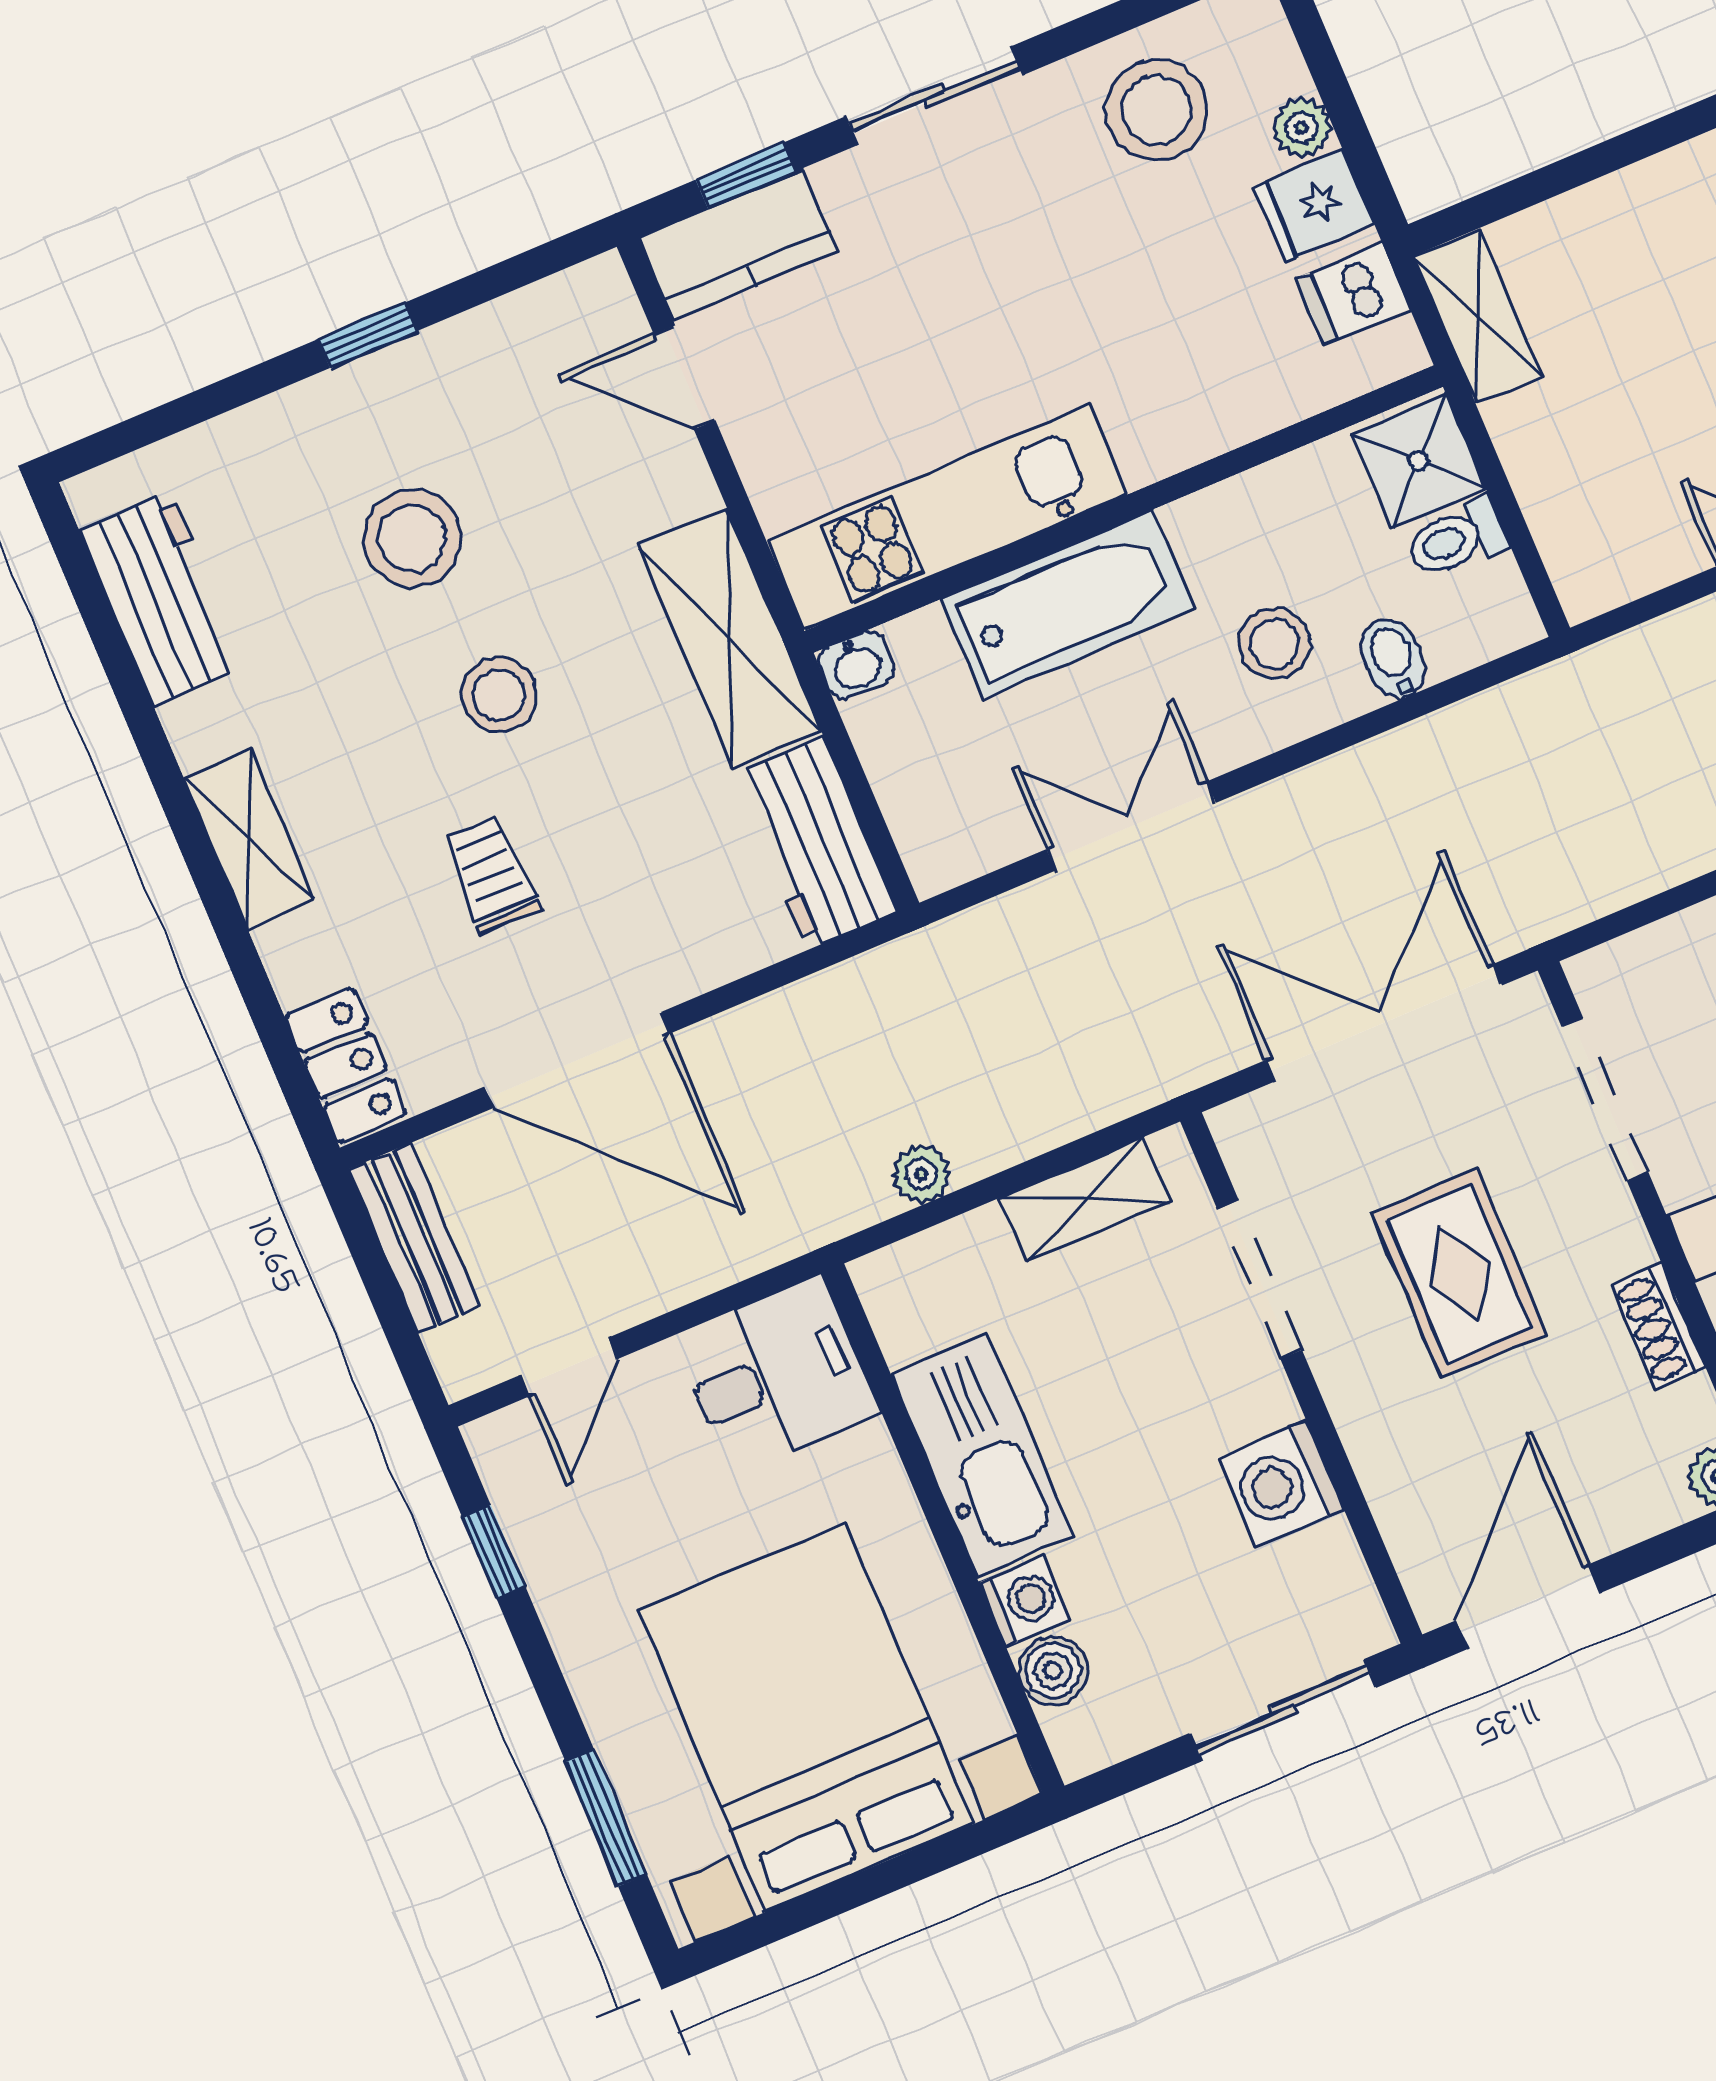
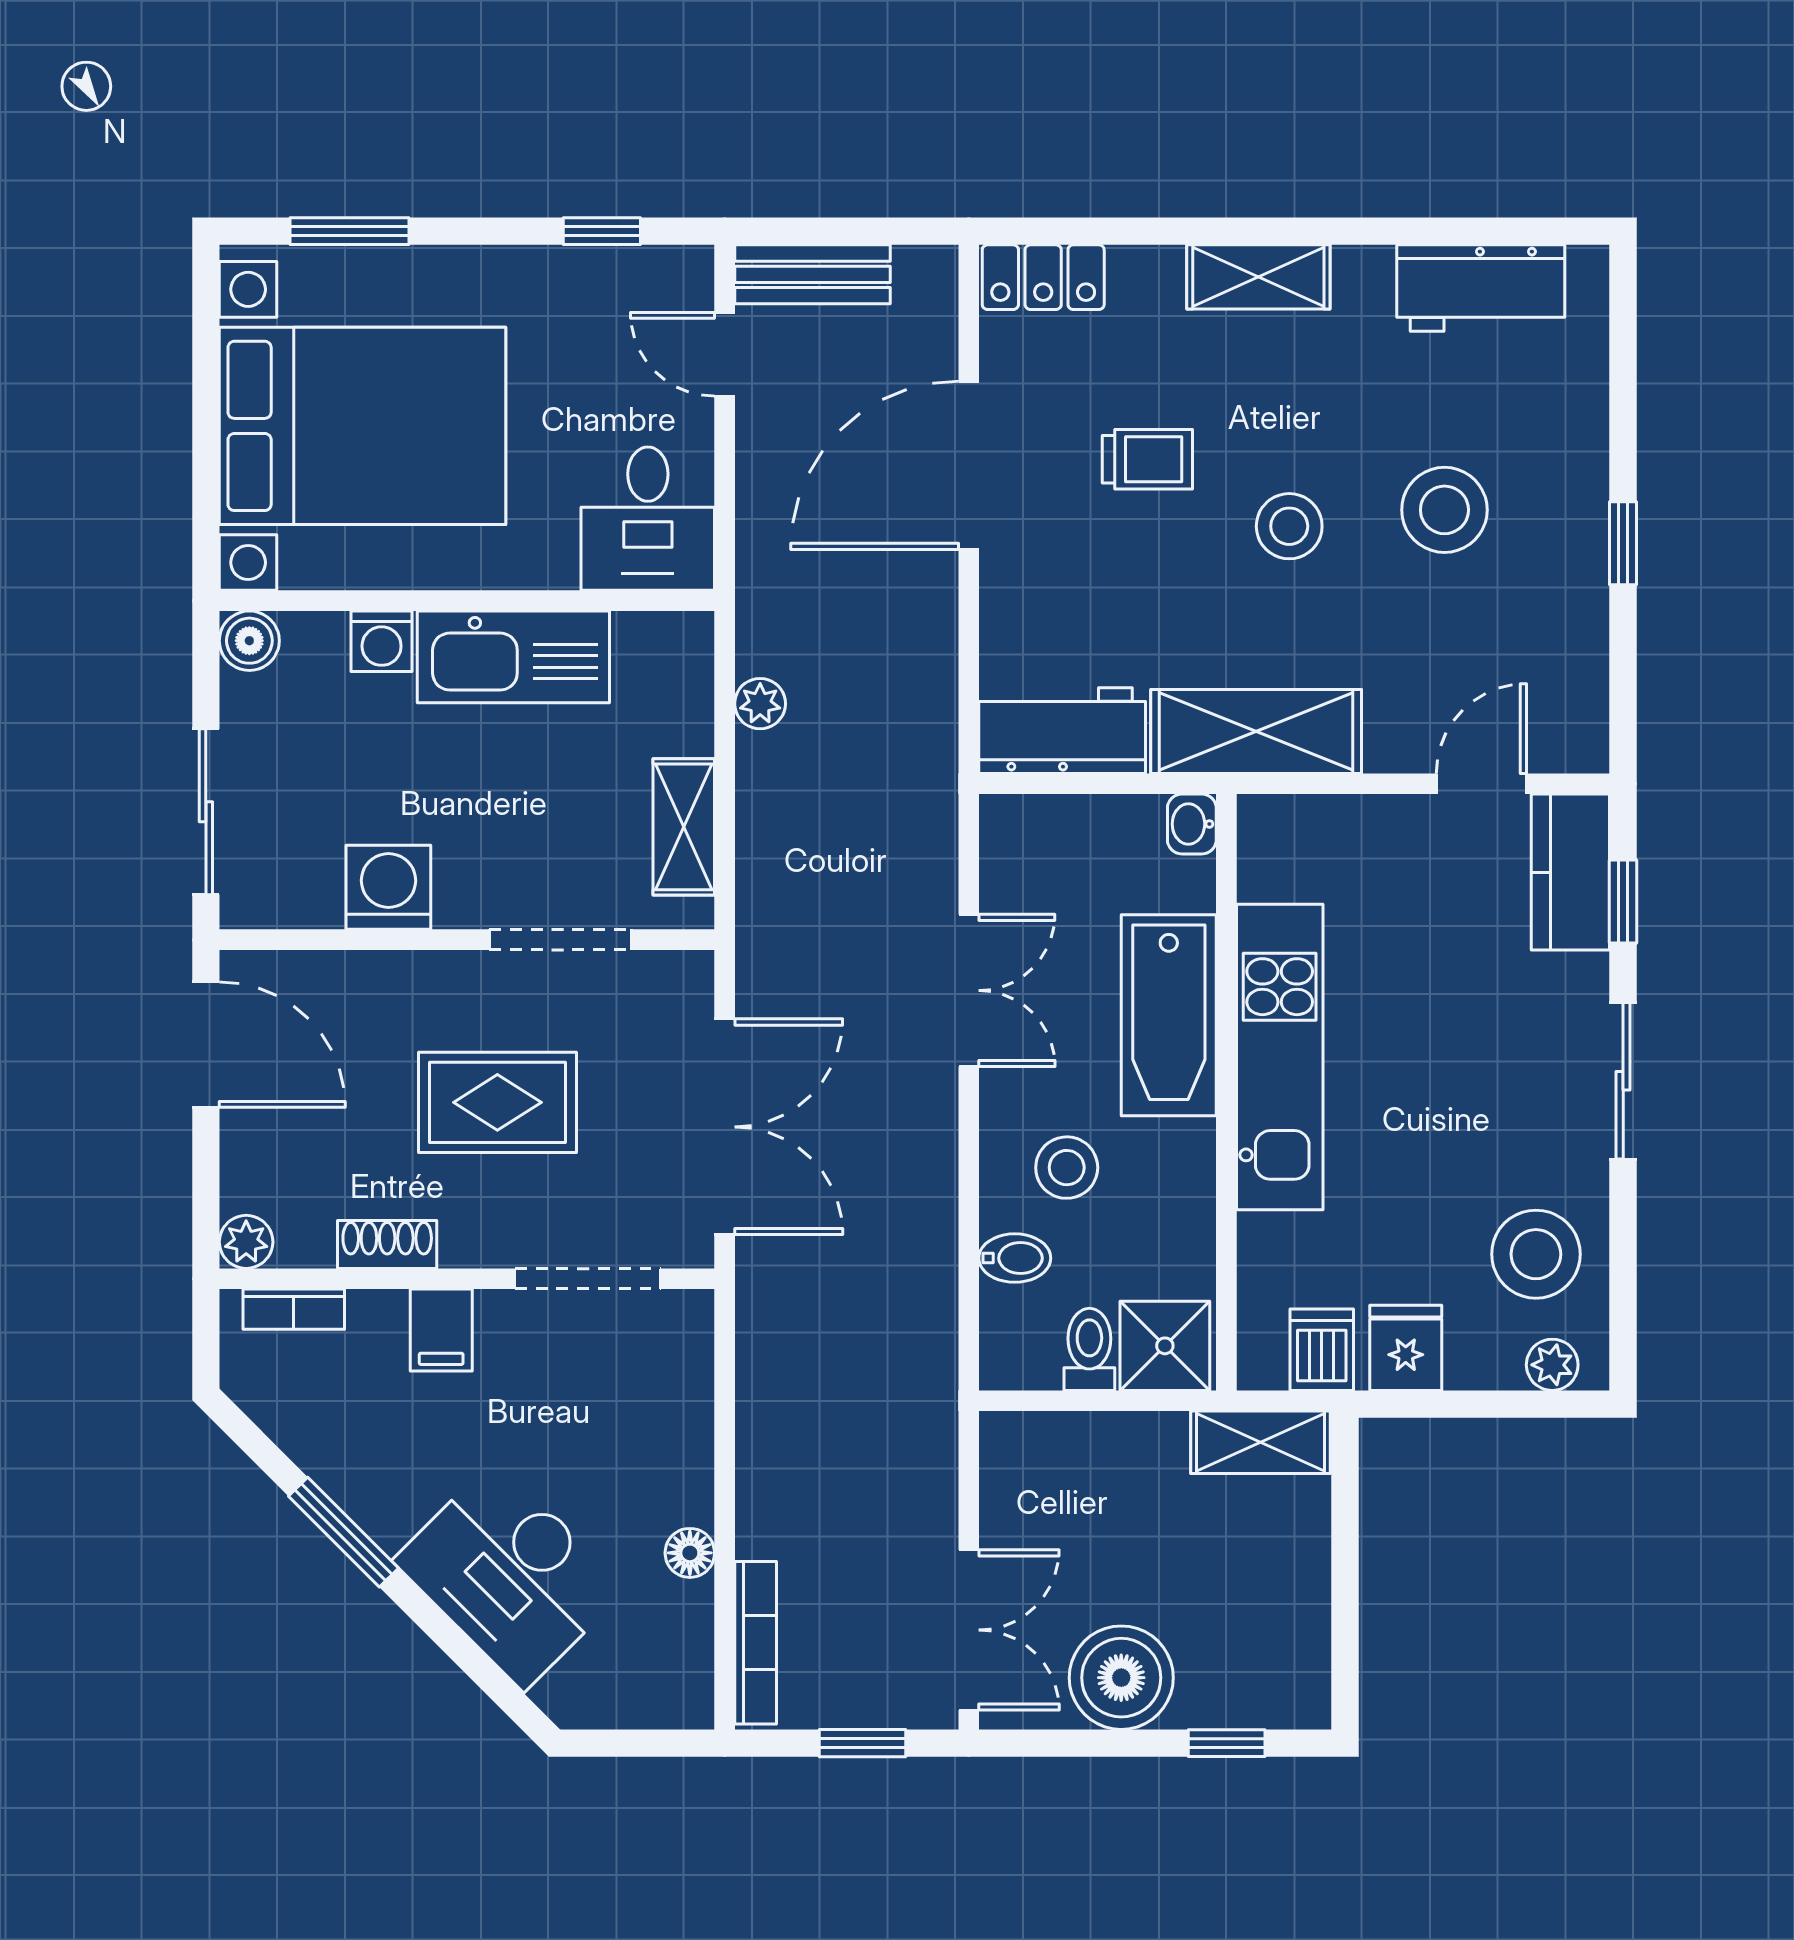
plant: (1301, 127) -> (1552, 1365), moved
kitchen unit: (947, 517) -> (1280, 1057), moved
bench: (415, 1238) -> (812, 274), moved
boiler: (1053, 1671) -> (249, 641), moved

